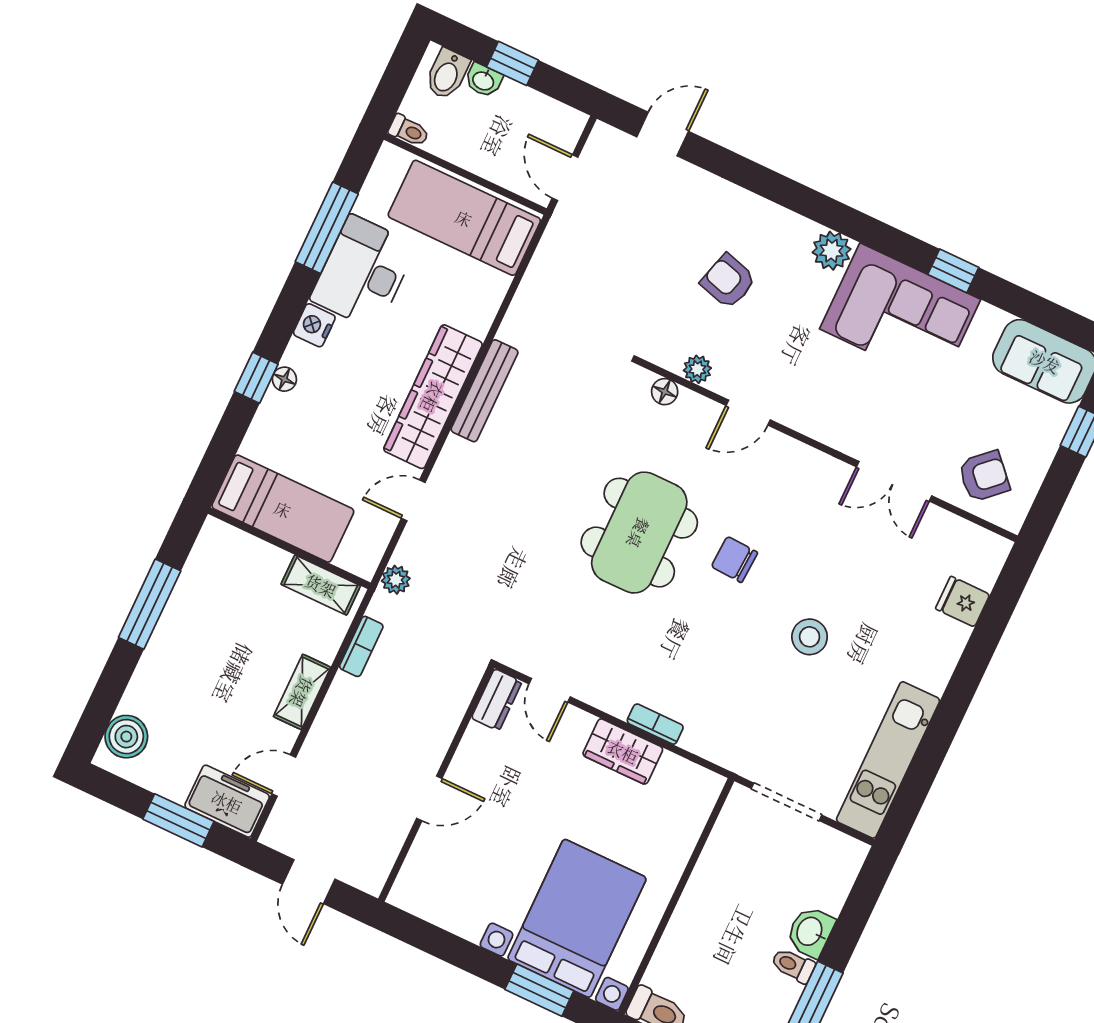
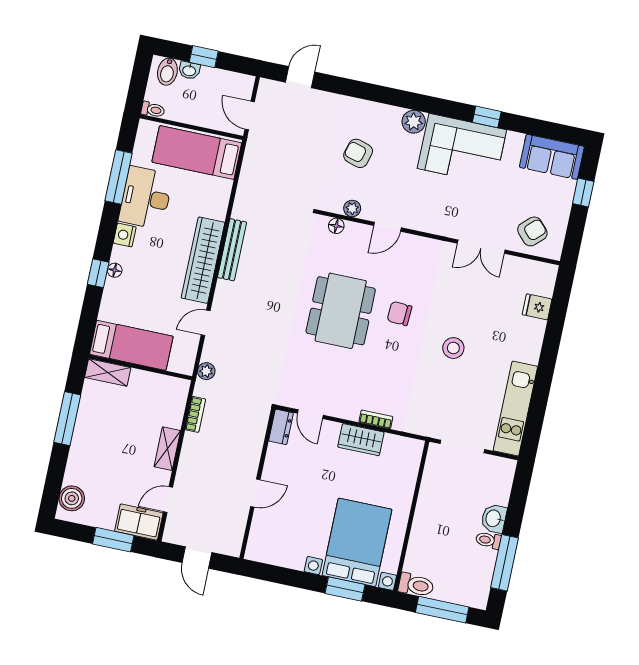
shelving: (321, 585) -> (108, 372), moved

